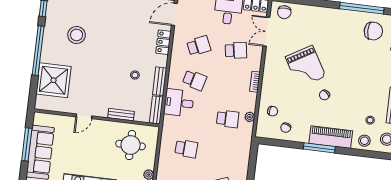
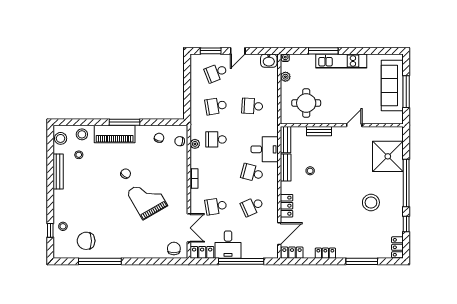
chair: (273, 111) -> (180, 141), moved
school desk: (223, 153) -> (216, 106), added

